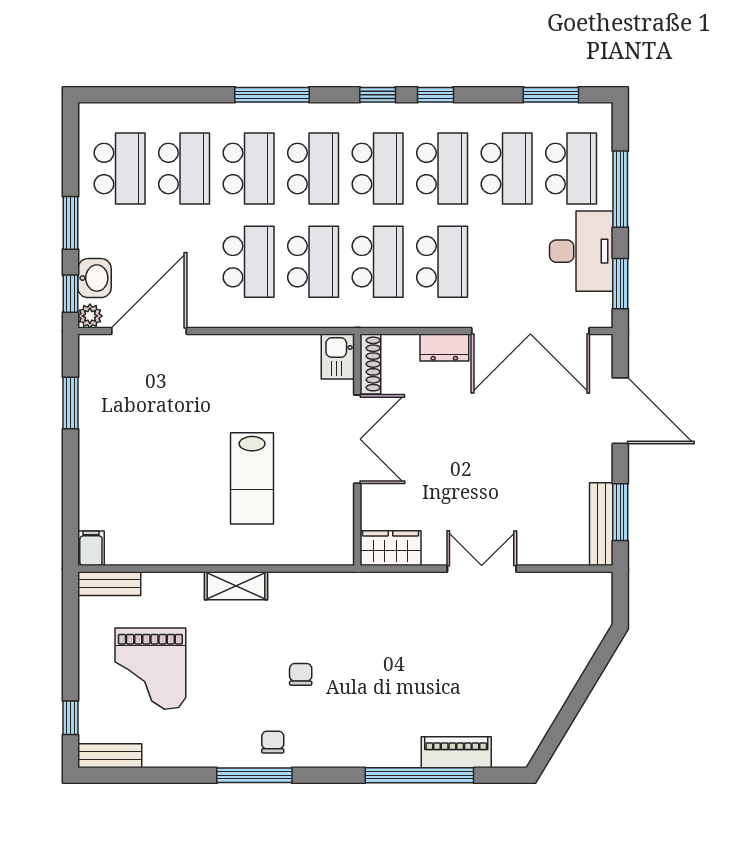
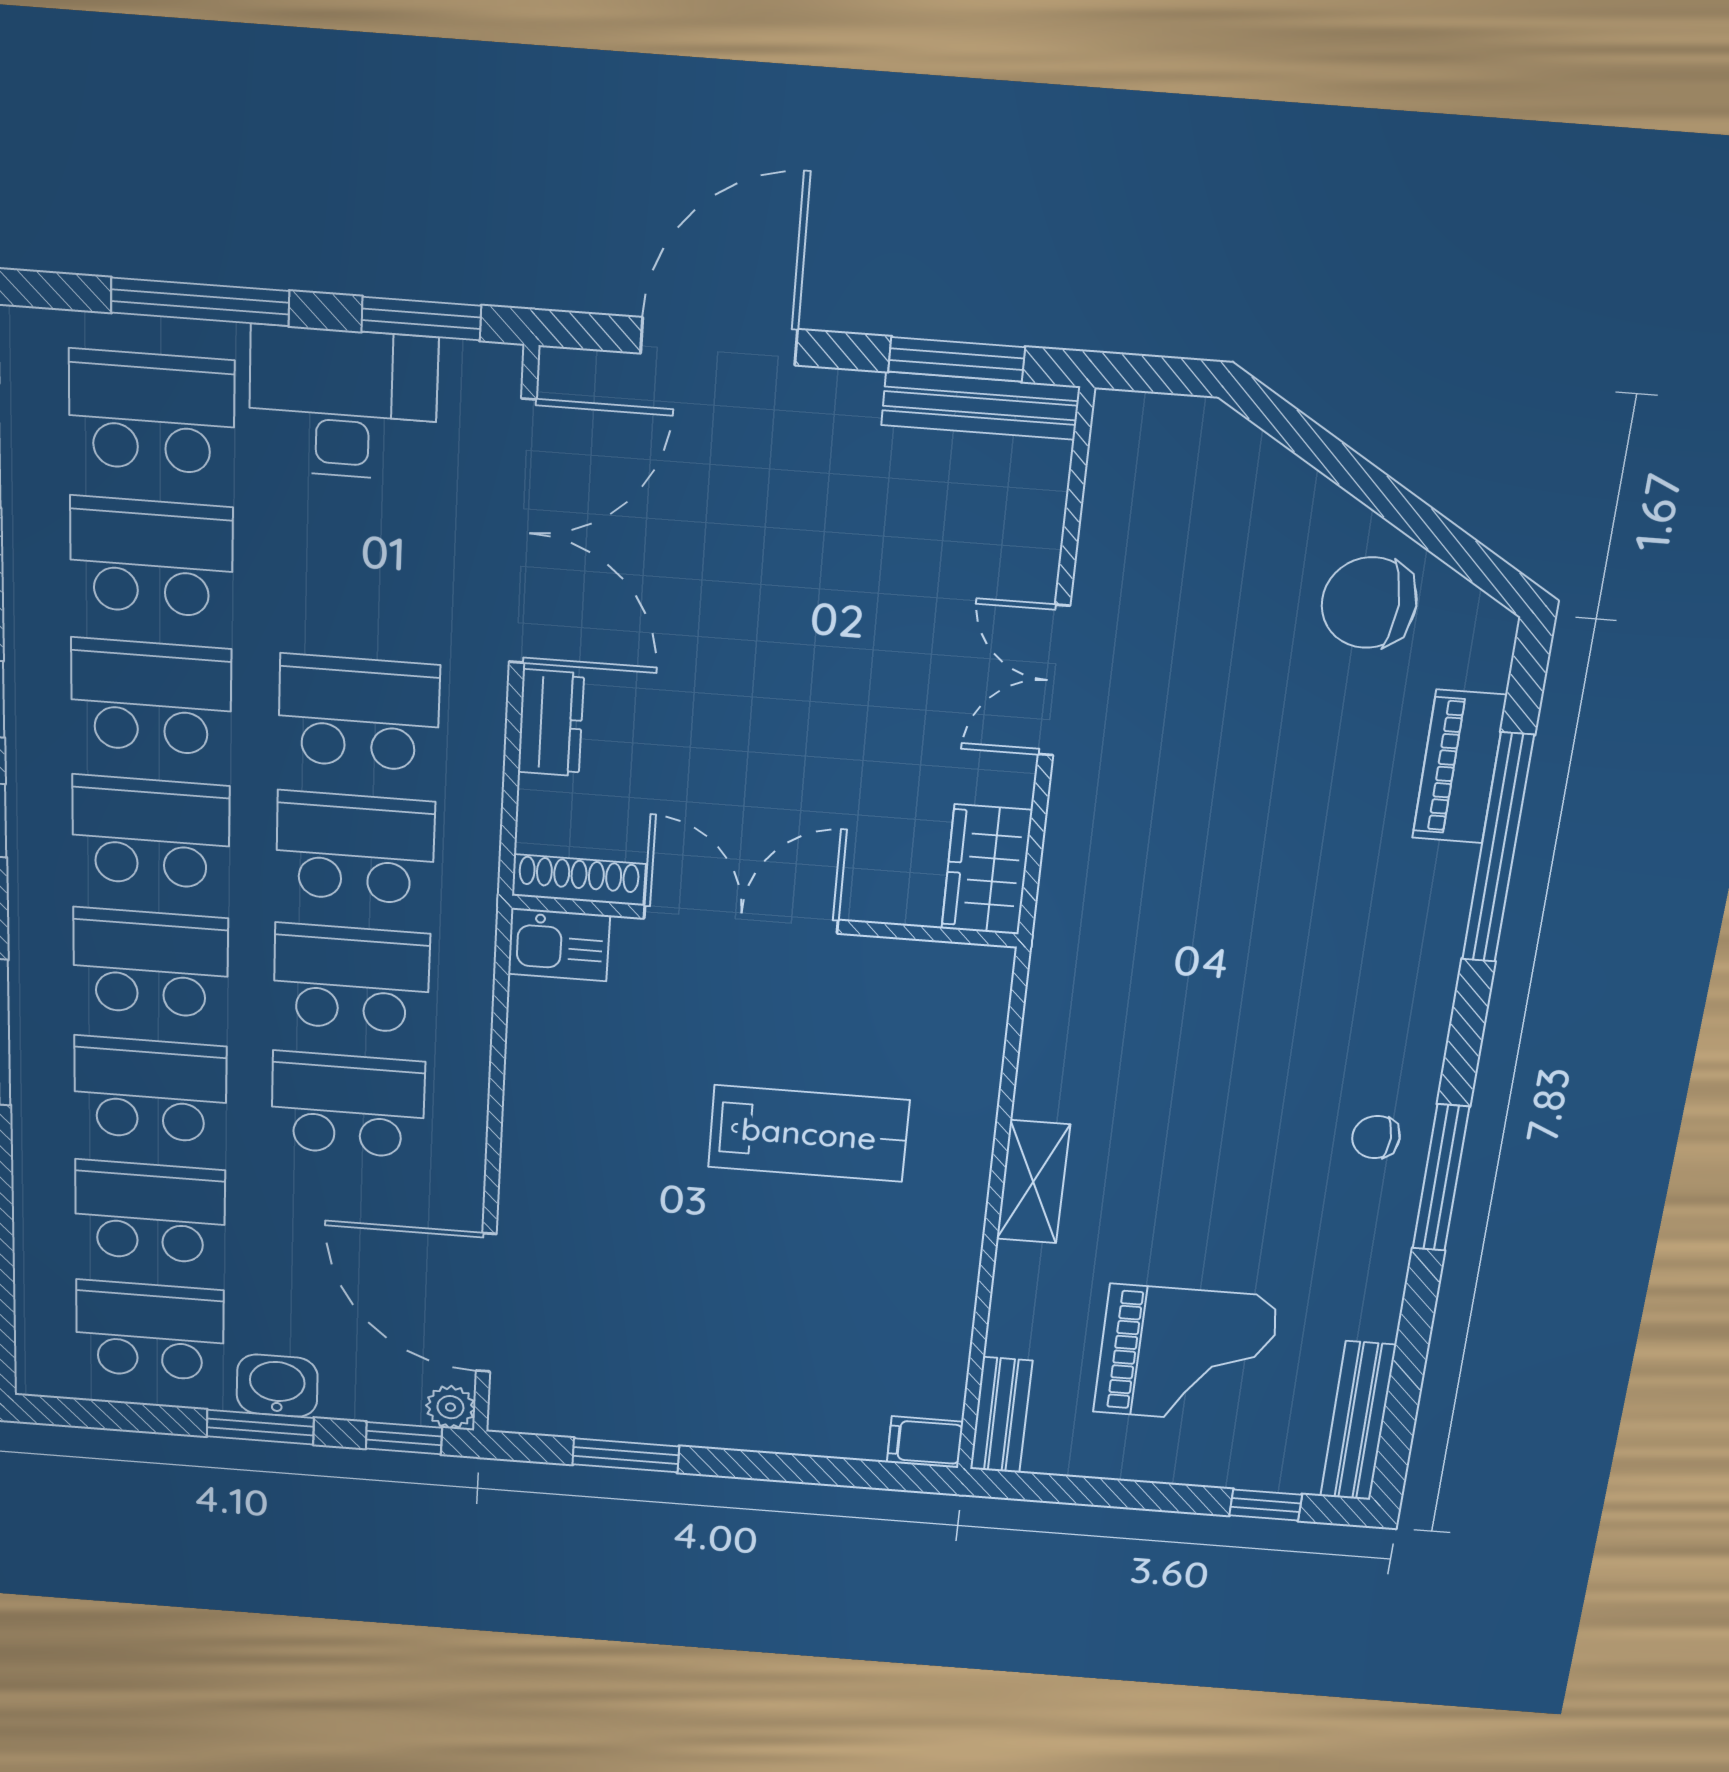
washbasin: (94, 278) -> (277, 1386), moved
chair: (301, 674) -> (1369, 603), moved, width x1.87, depth x1.87
bench: (110, 756) -> (1358, 1421), width x1.36

